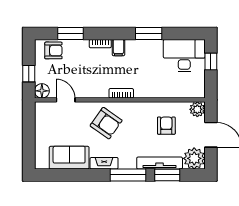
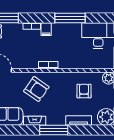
window: (149, 34) -> (70, 18), width x1.44
tv unit: (160, 163) -> (79, 121), width x0.71
window: (167, 175) -> (85, 130), removed

